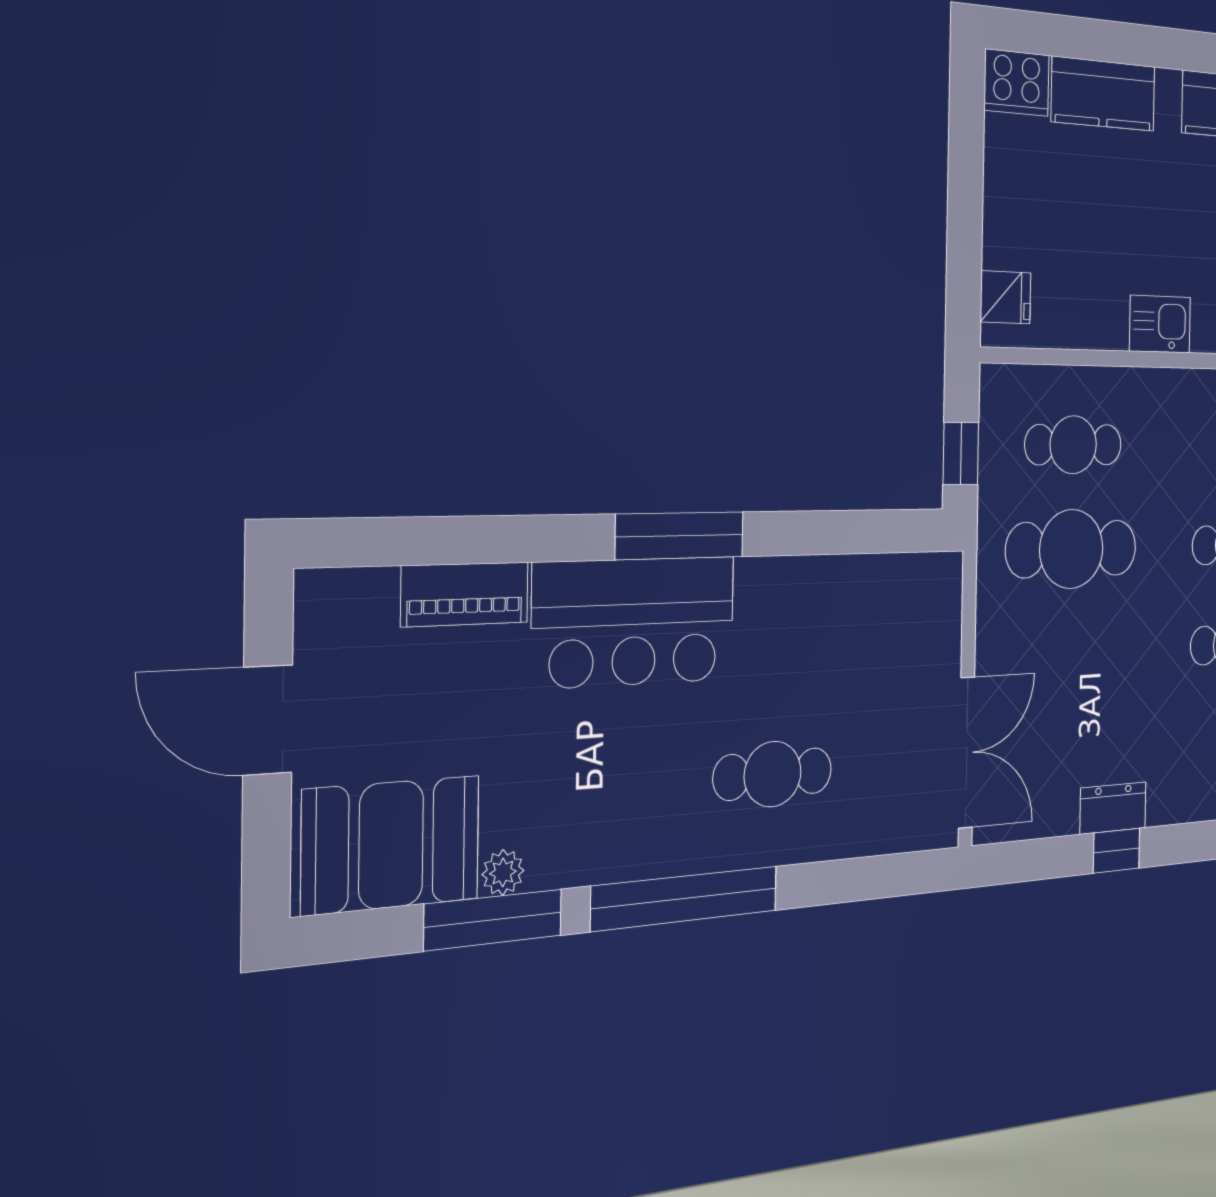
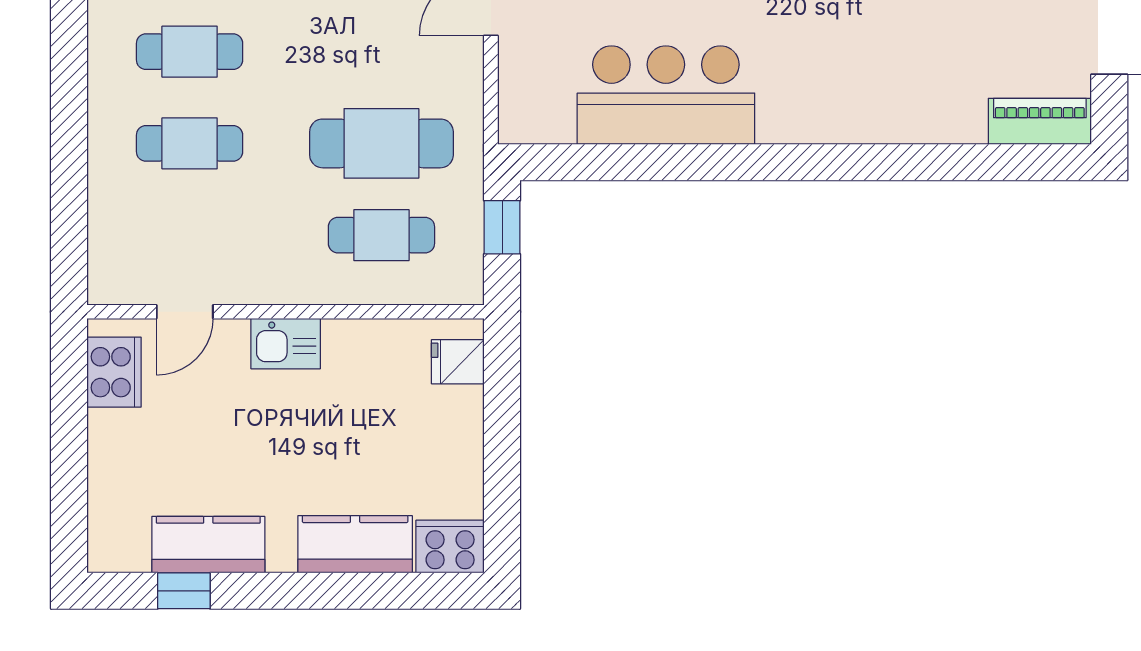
window: (680, 536) -> (773, 162), removed
piano: (465, 594) -> (1040, 121), moved
bar counter: (634, 622) -> (666, 95), moved

